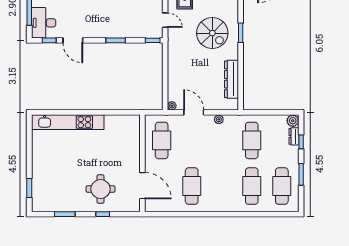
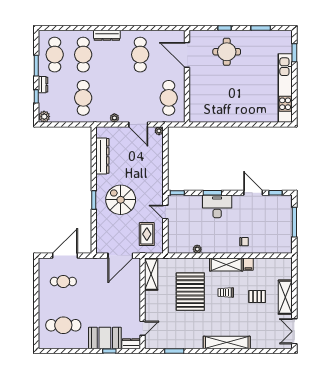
desk: (44, 23) -> (217, 206), moved, turned -90
kitchen unit: (68, 122) -> (285, 88), moved, turned -90
dresser: (294, 136) -> (43, 85), moved
dresser: (227, 206) -> (107, 35), added

